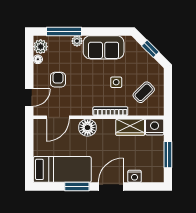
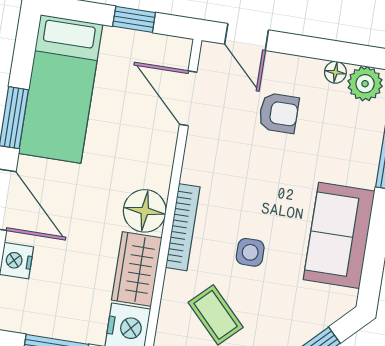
plant: (77, 41) -> (365, 174), removed
floor lamp: (88, 128) -> (145, 211), moved
window: (29, 144) -> (134, 19), added

